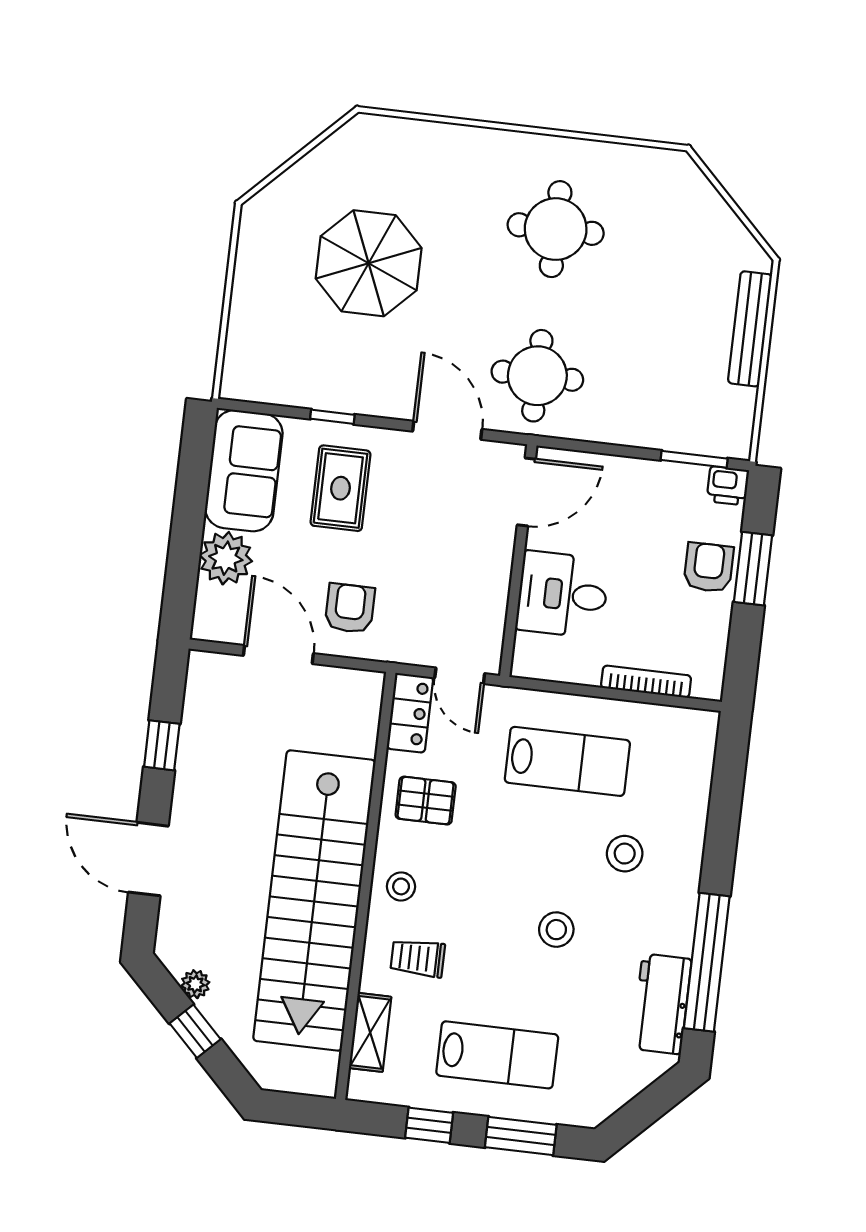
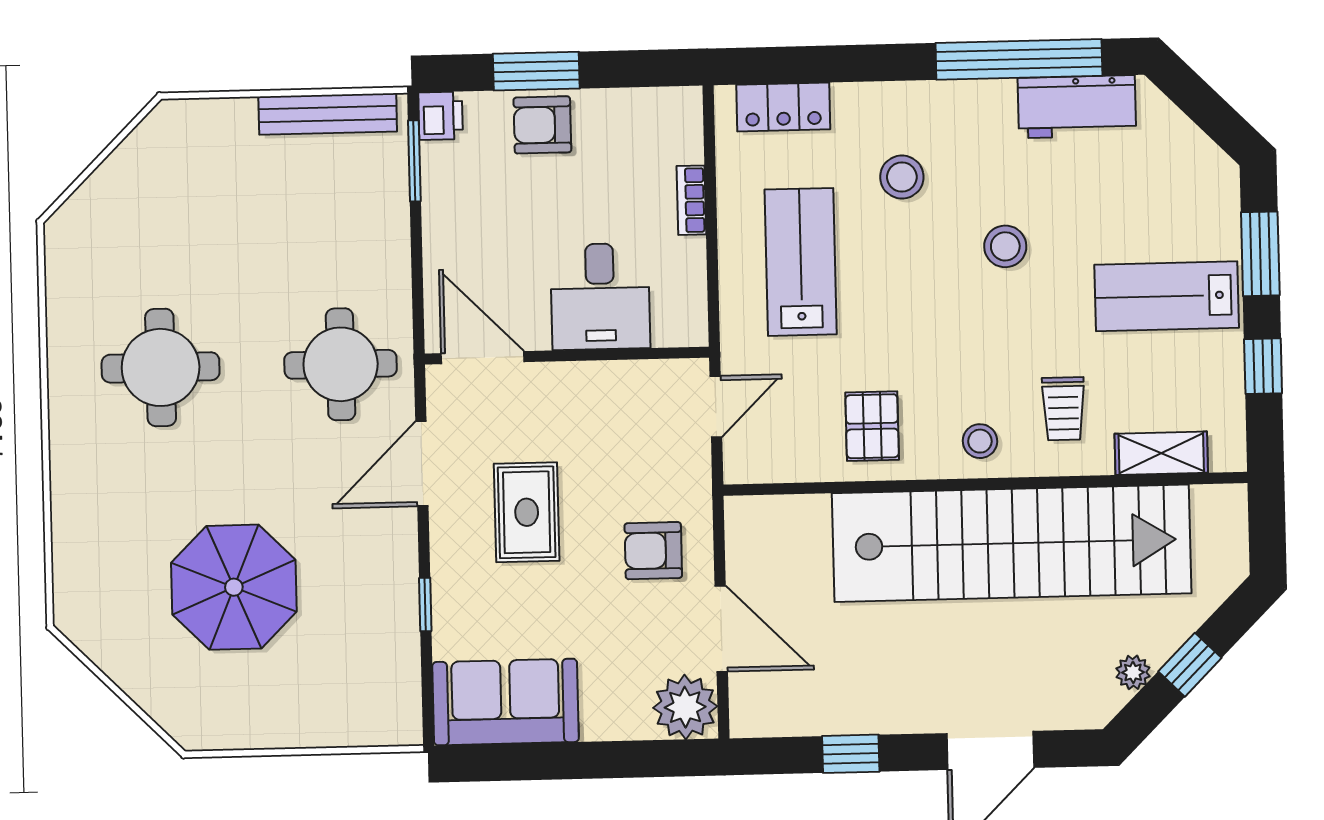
bench: (750, 329) -> (328, 114), moved
rug: (340, 488) -> (527, 512), moved, turned 90
plant: (226, 558) -> (685, 707), moved
door: (278, 654) -> (721, 629), swing flipped
bookcase: (646, 682) -> (691, 200), width x0.64
locker: (410, 713) -> (783, 107), moved, turned 180
lab bench: (497, 1055) -> (1167, 296), turned -90

